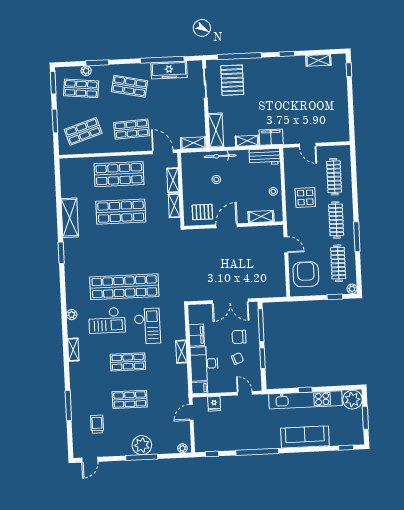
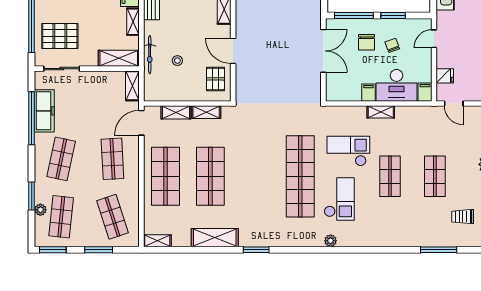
filing cabinet: (197, 335) -> (368, 93), width x0.50
shelving: (73, 350) -> (157, 241), moved

